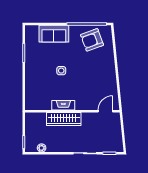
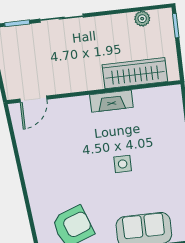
wardrobe: (64, 119) -> (135, 73), moved

